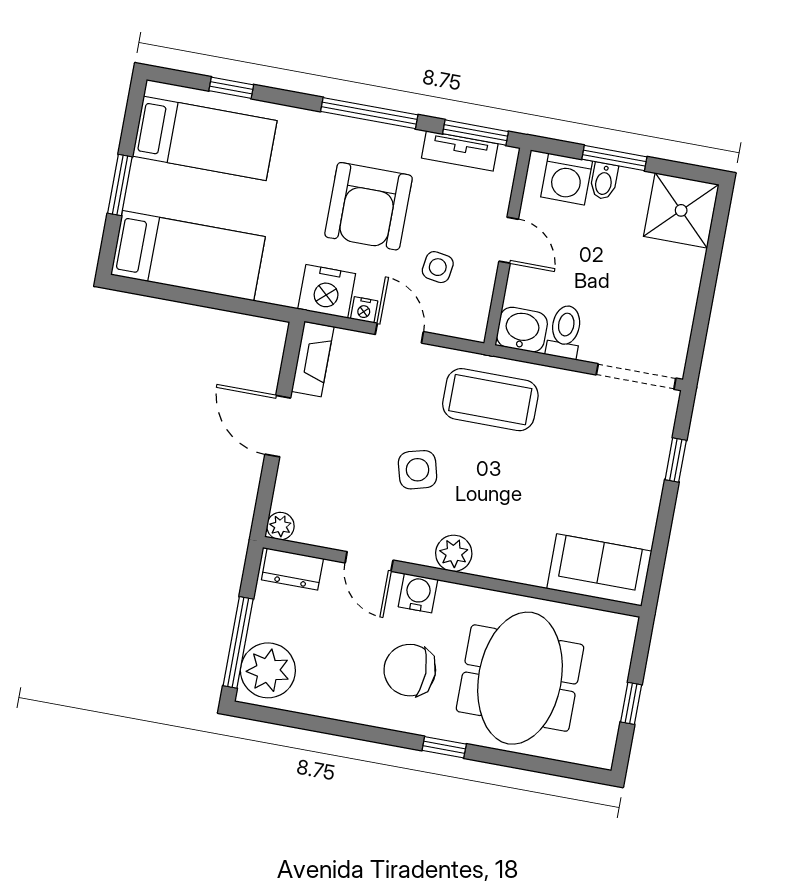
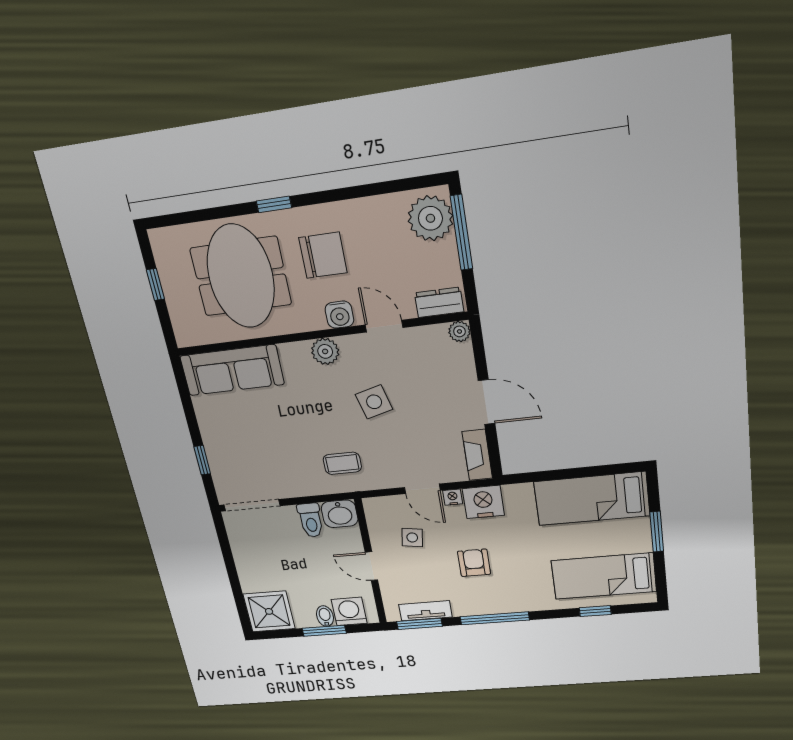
armchair: (369, 206) -> (474, 563), width x0.53, depth x0.53
coffee table: (490, 400) -> (342, 463), width x0.54, depth x0.58
sofa: (599, 570) -> (232, 370), width x1.36

